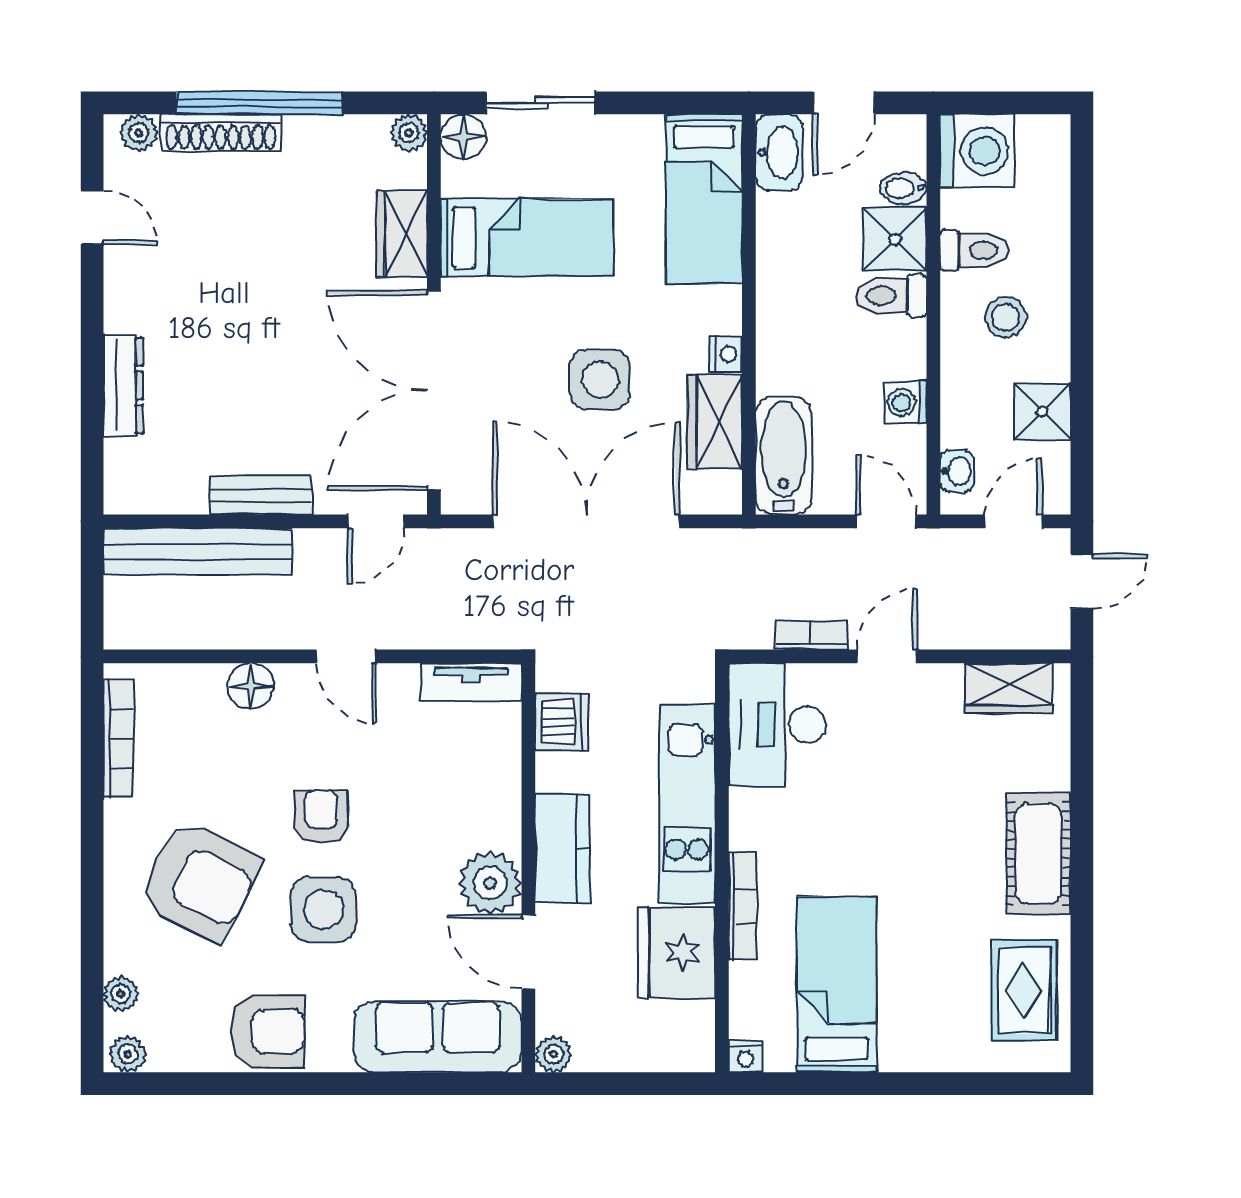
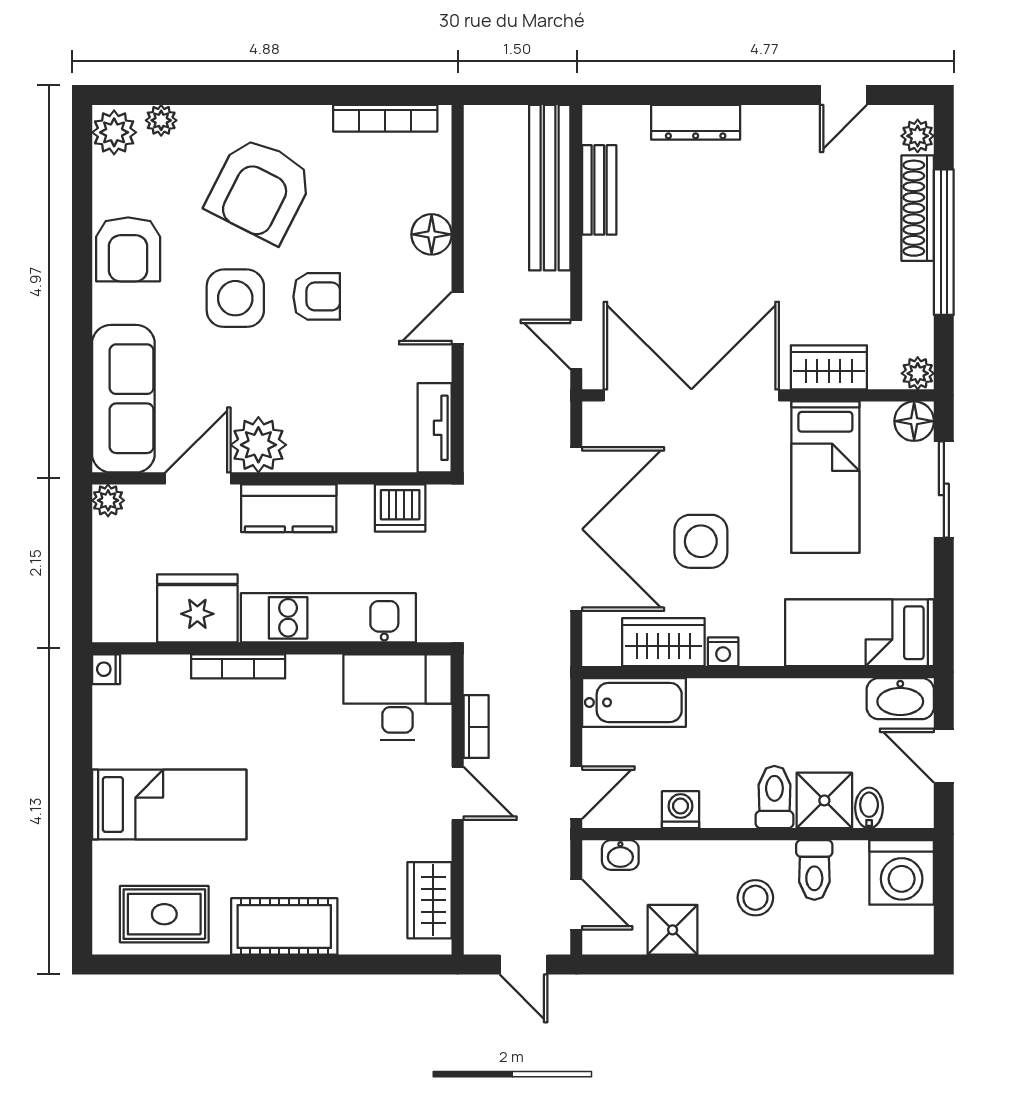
bench: (261, 495) -> (599, 190), moved
bed: (837, 985) -> (169, 805), moved
plant: (128, 1054) -> (114, 132), width x1.38, depth x1.38

